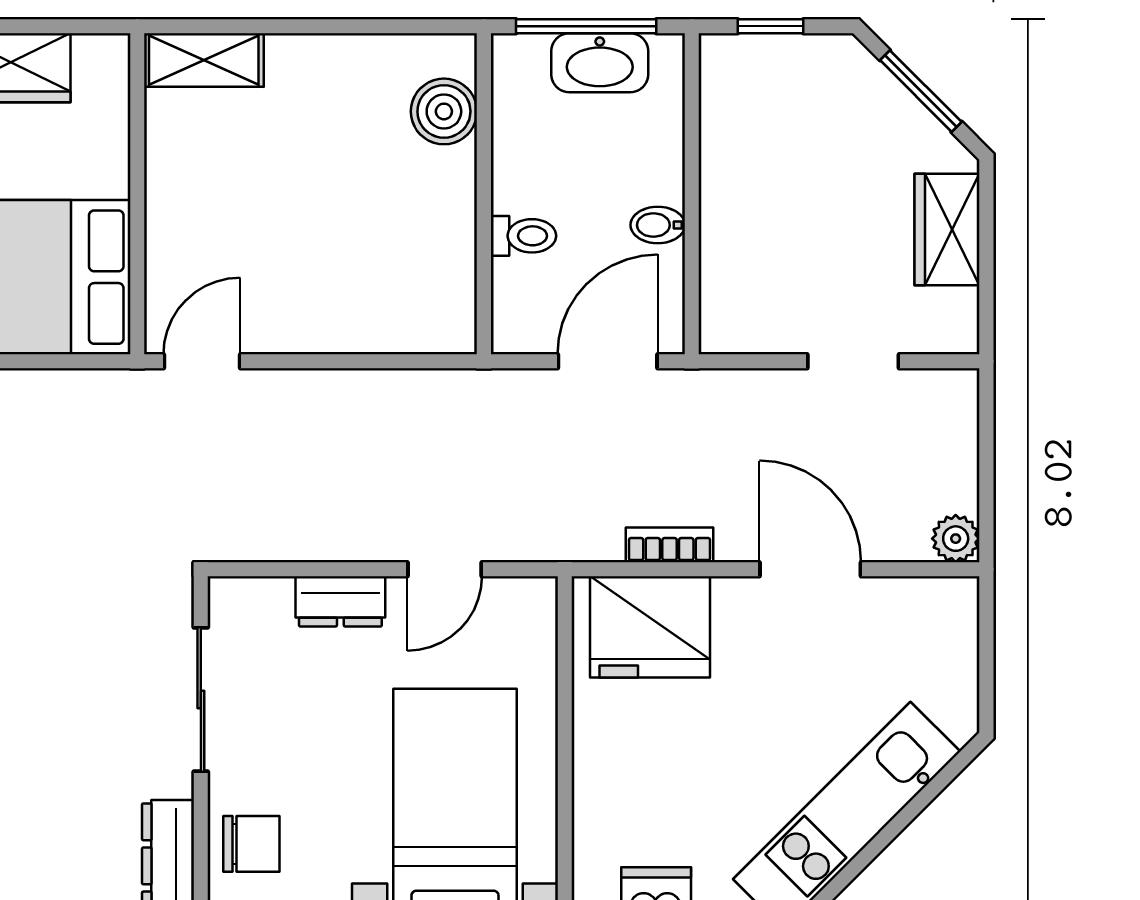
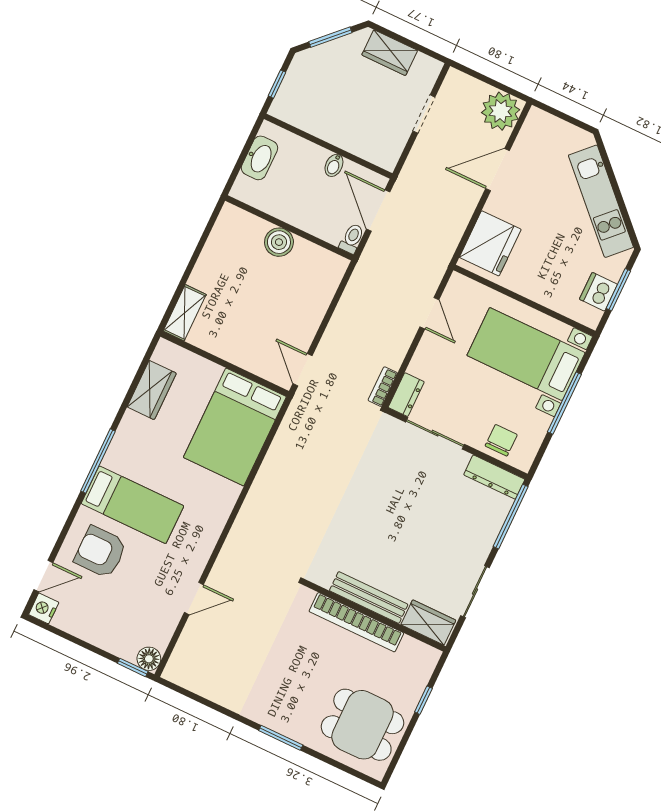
window: (586, 26) -> (243, 156), removed
boiler: (444, 111) -> (279, 242), moved
toilet: (523, 236) -> (352, 238), moved
plant: (956, 539) -> (501, 111), width x1.88, depth x1.88
bookcase: (670, 545) -> (383, 387), moved
dresser: (340, 601) -> (406, 395), moved

